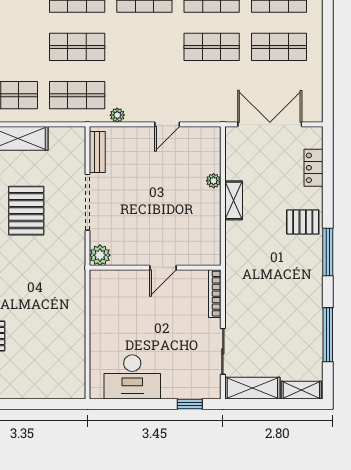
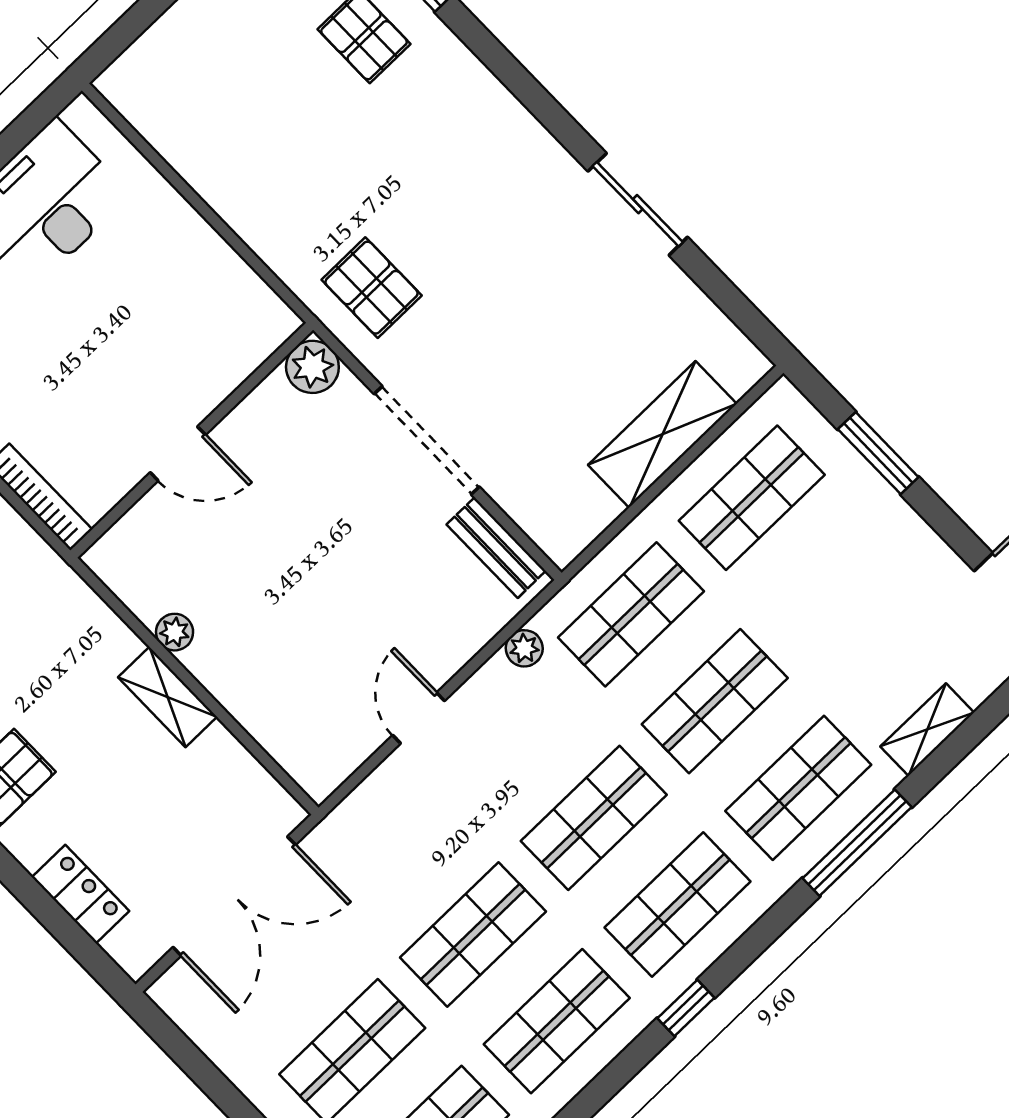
shop shelf: (144, 47) -> (594, 818), added
plant: (214, 181) -> (175, 632), moved
pallet: (26, 211) -> (372, 288), moved, width x0.67, depth x0.71
door: (163, 268) -> (178, 454), swing flipped

